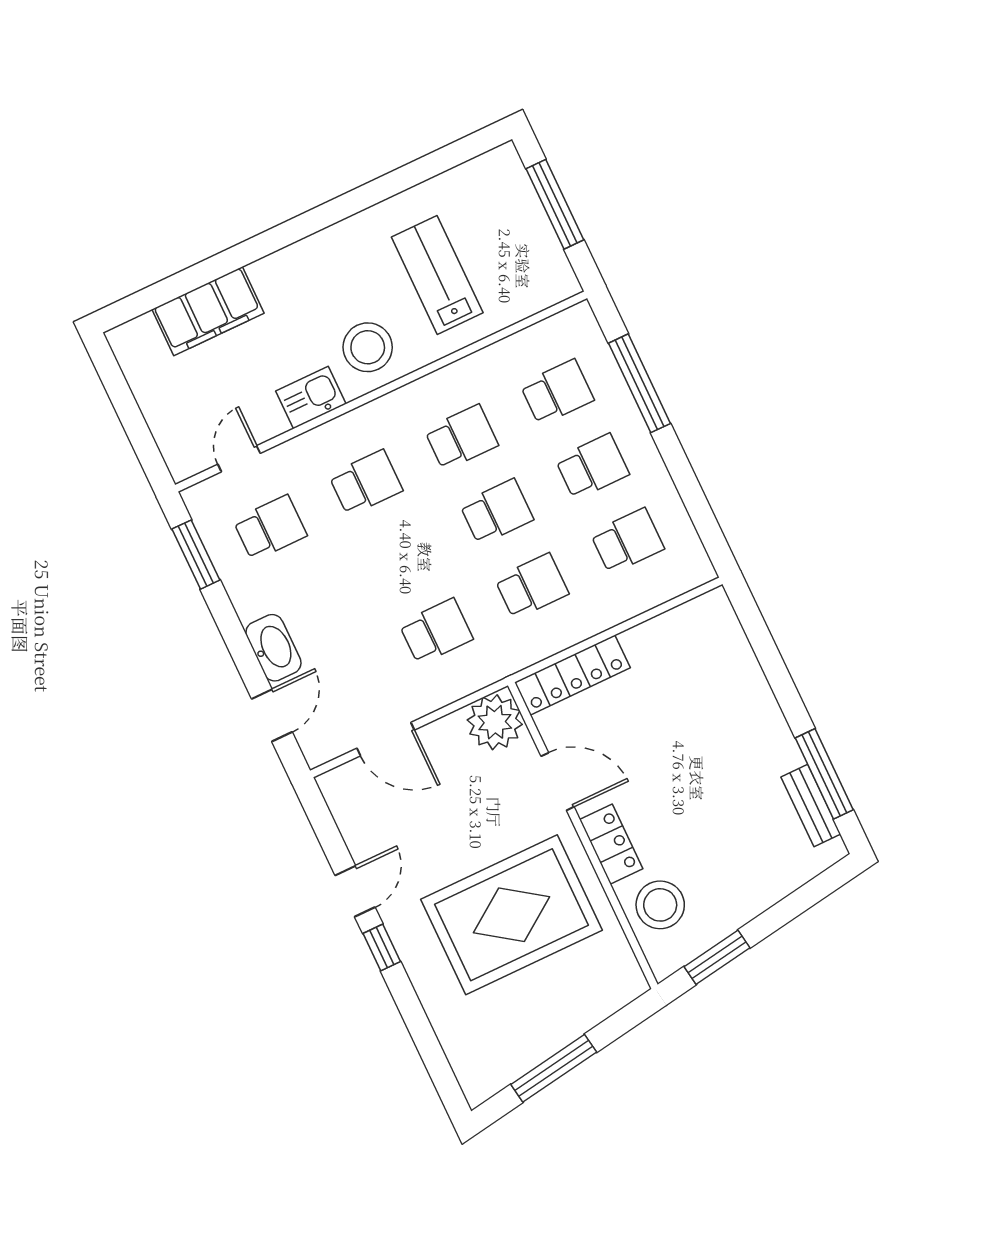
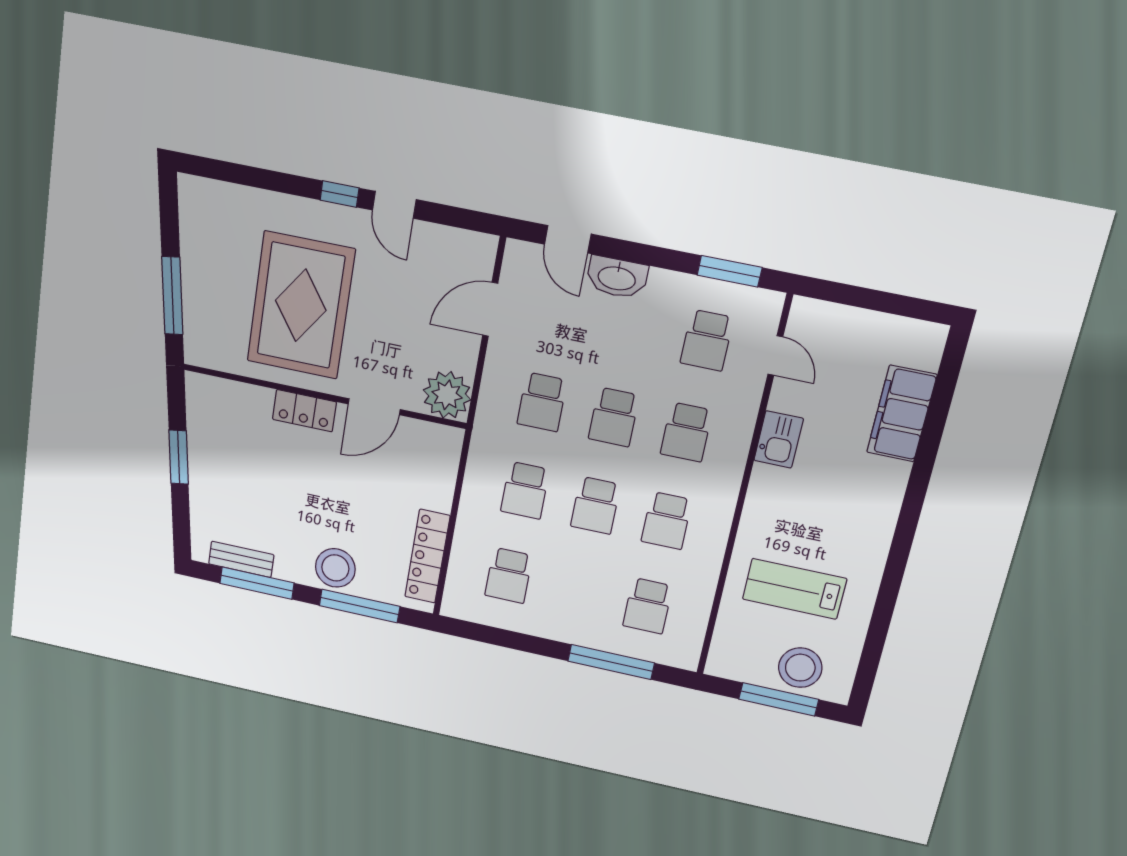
lab bench: (437, 275) -> (794, 589), turned 180
stool: (368, 347) -> (800, 668), moved
school desk: (592, 467) -> (614, 417), moved
window: (770, 659) -> (360, 606), added
locker: (572, 675) -> (427, 556), moved
stool: (660, 905) -> (335, 568), moved
window: (717, 957) -> (179, 457), moved
window: (554, 1068) -> (172, 296), moved

